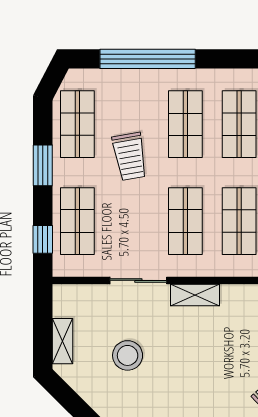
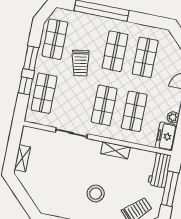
window: (43, 239) -> (25, 86), moved
shelving: (195, 295) -> (115, 150), moved
stool: (128, 355) -> (96, 193), moved

